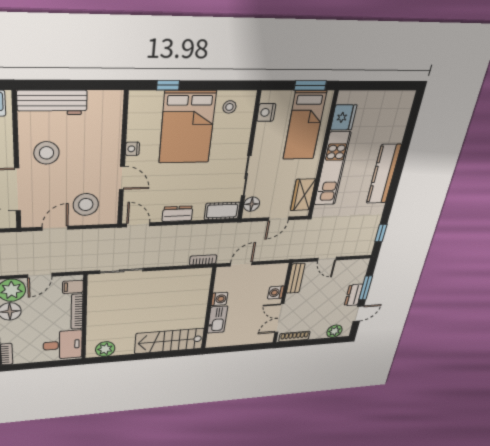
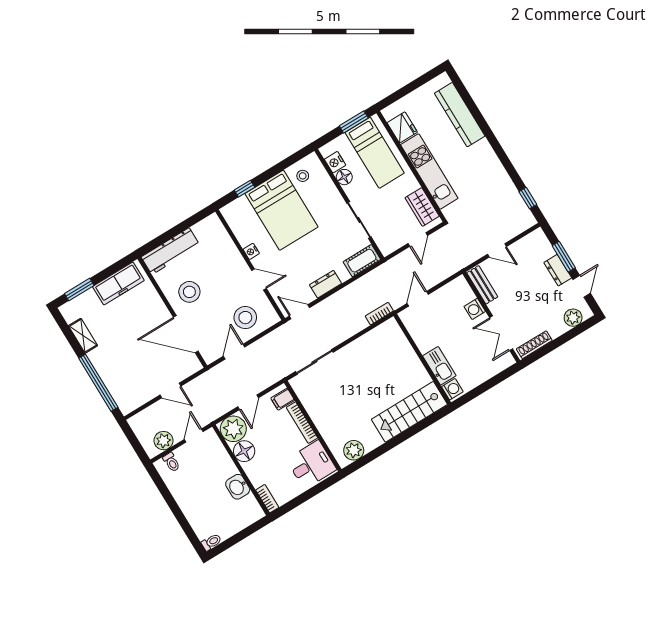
kitchen counter: (384, 174) -> (460, 115), moved
floor lamp: (252, 204) -> (344, 177), moved
washing machine: (219, 299) -> (452, 389), moved

